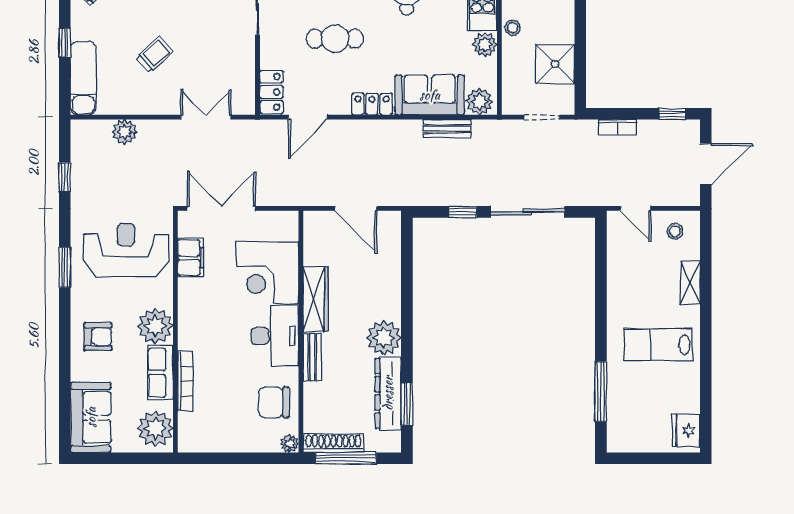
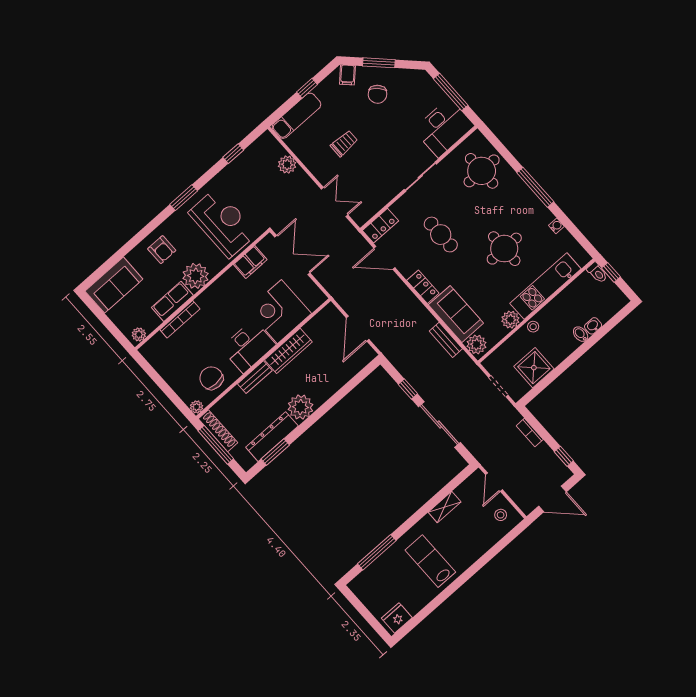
trolley: (155, 55) -> (344, 143), turned -49
shelving: (690, 282) -> (445, 507), moved
plant: (155, 428) -> (139, 334), width x0.53, depth x0.53

